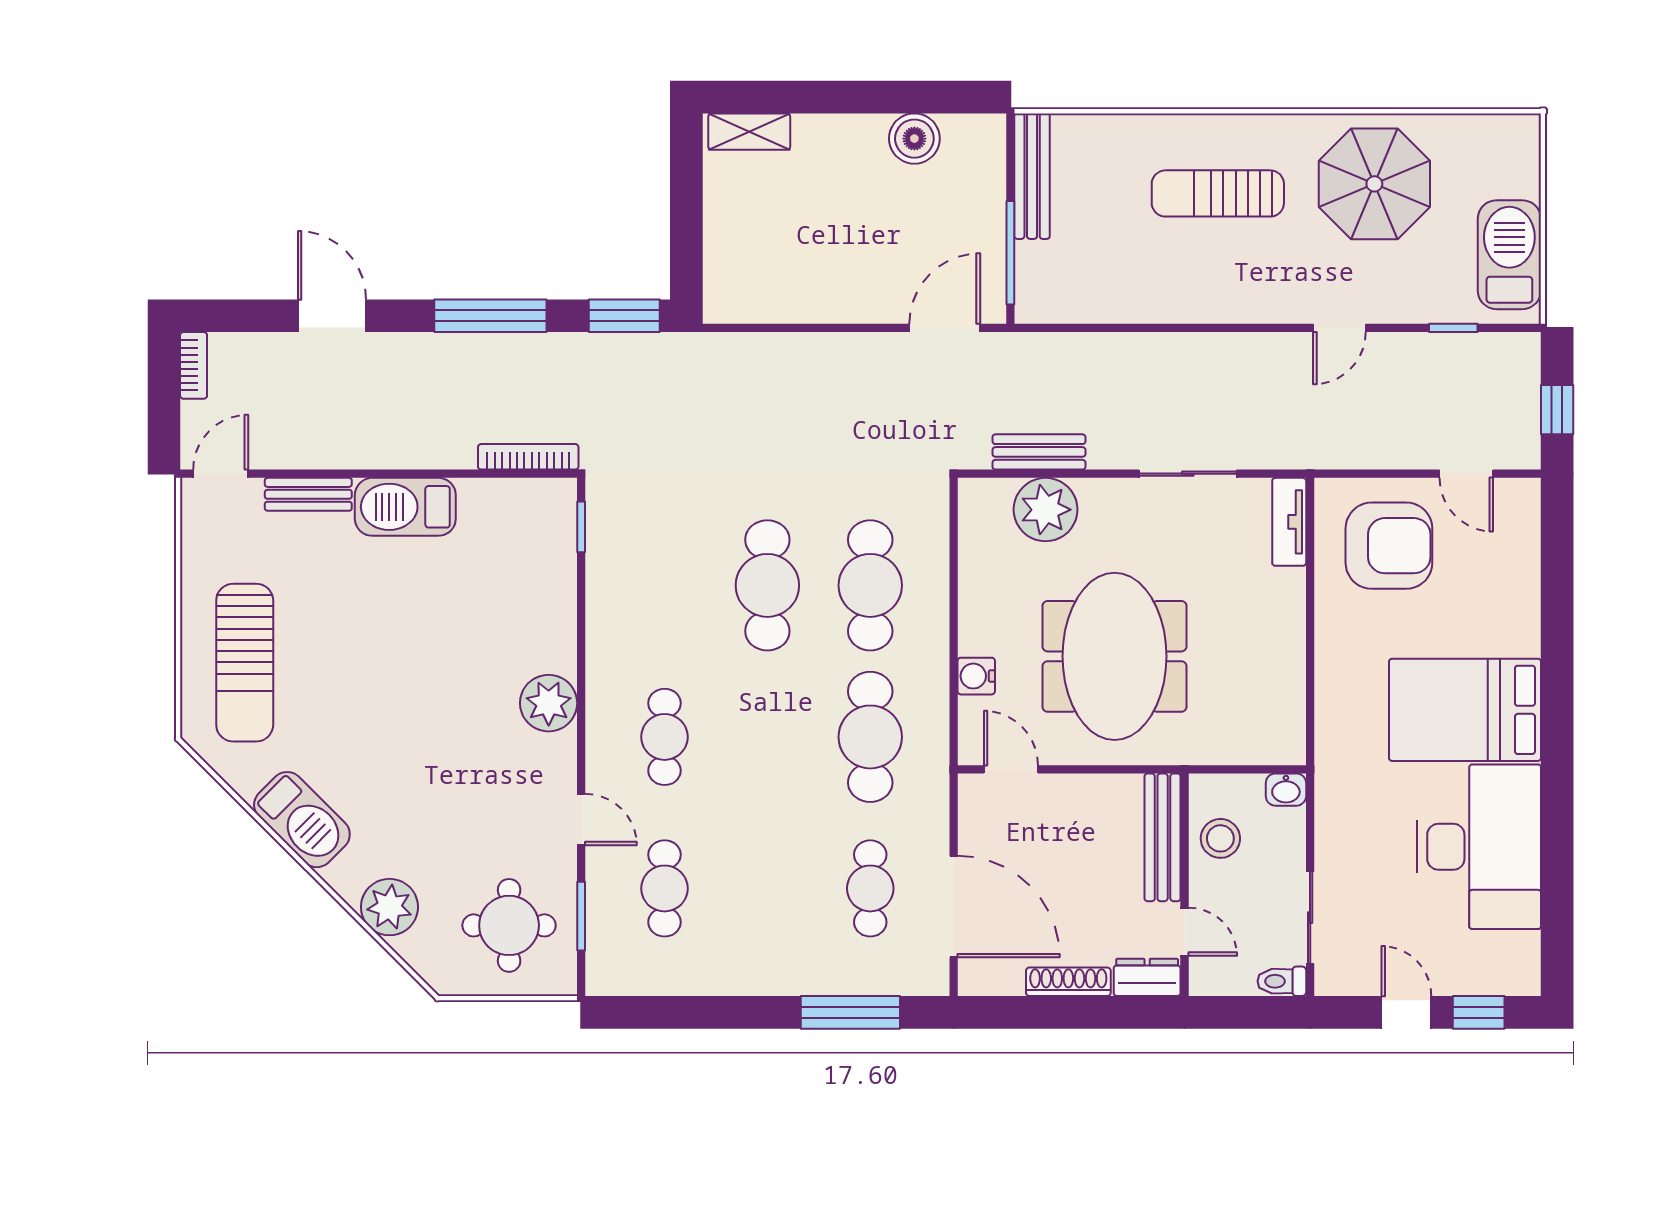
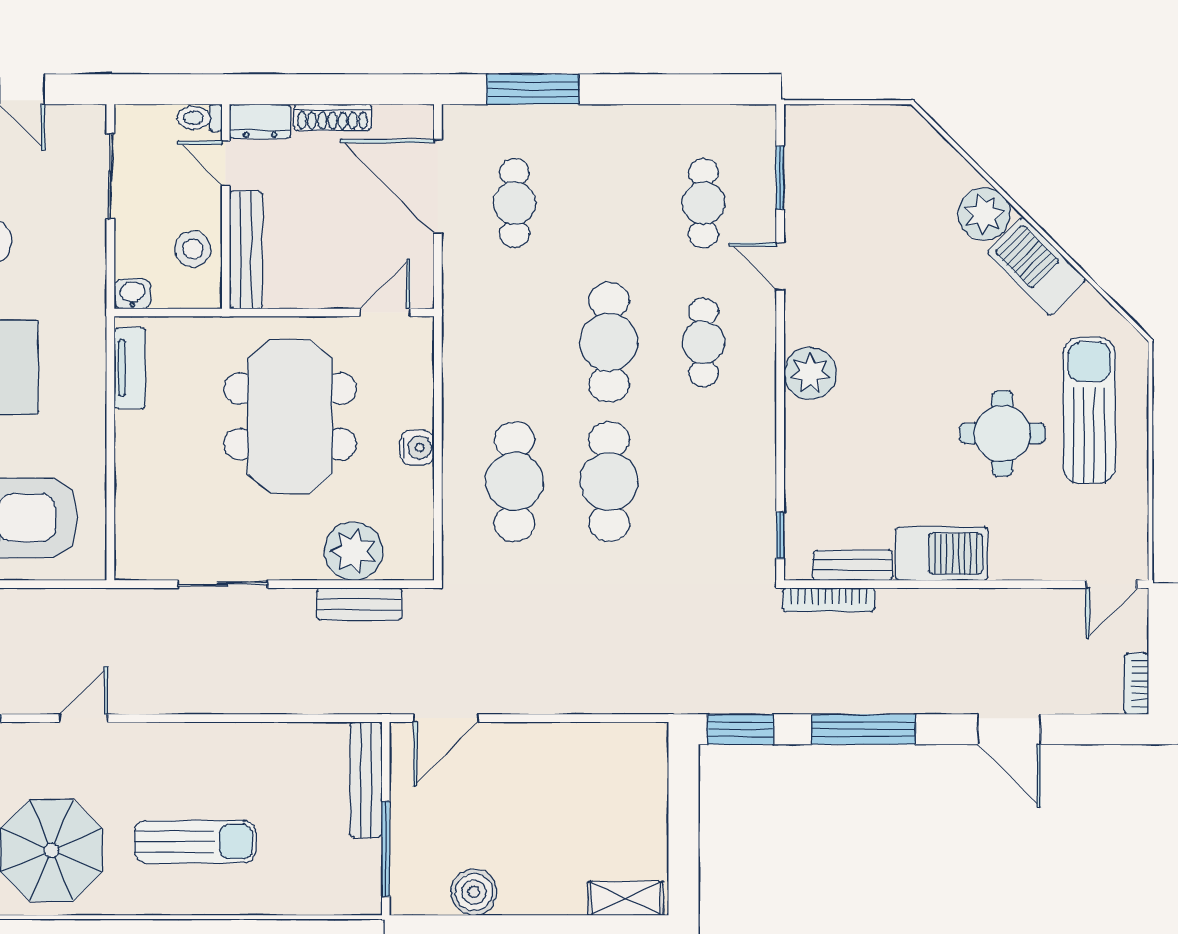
bench: (1032, 176) -> (366, 780), moved
window: (1010, 253) -> (386, 849), moved
bench: (308, 494) -> (853, 565), moved
tv unit: (1289, 522) -> (130, 368), moved
water cooler: (976, 676) -> (417, 447), moved
cafe table: (870, 737) -> (609, 342), moved
door: (1011, 769) -> (385, 313), swing flipped
plant: (389, 907) -> (984, 214), moved
round table: (509, 925) -> (1002, 433), moved
toilet: (1282, 981) -> (200, 118), moved, turned 180

